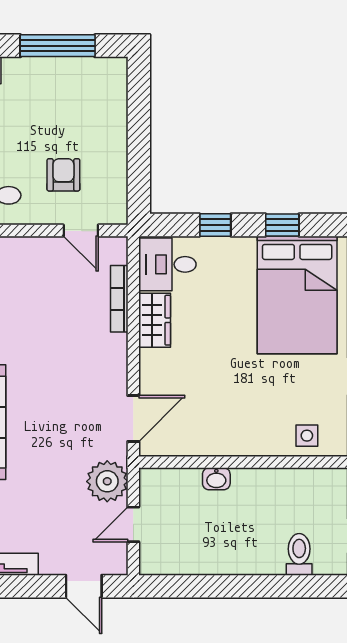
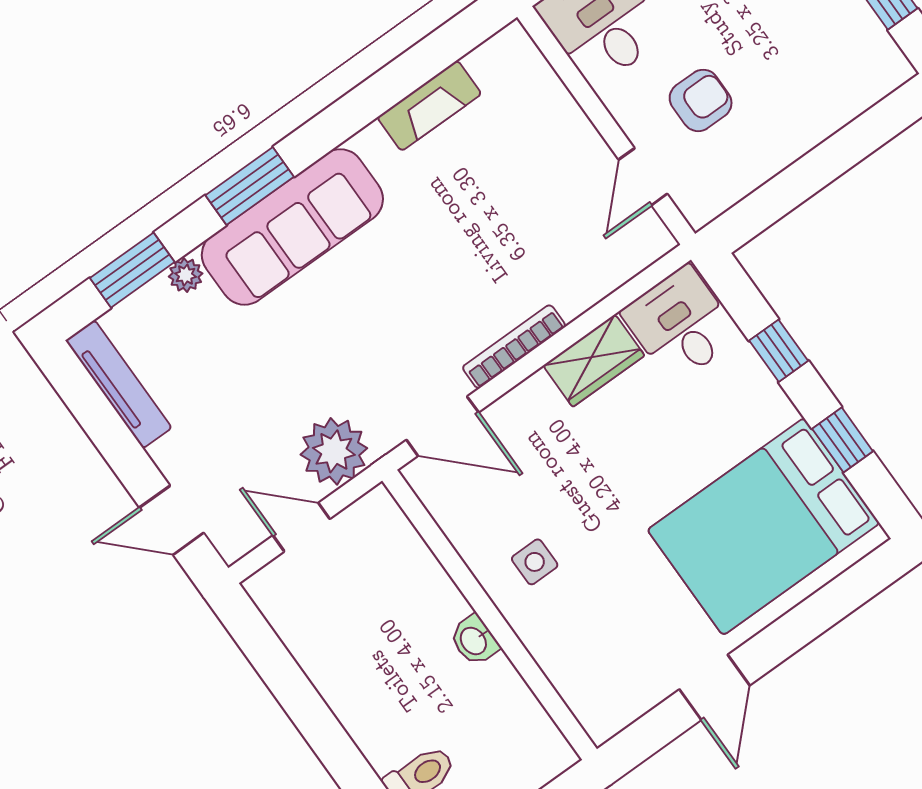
bookcase: (119, 299) -> (514, 347), moved
side table: (307, 436) -> (535, 562), moved
washbasin: (216, 479) -> (474, 640), moved
door: (84, 586) -> (172, 520), hinge flipped

